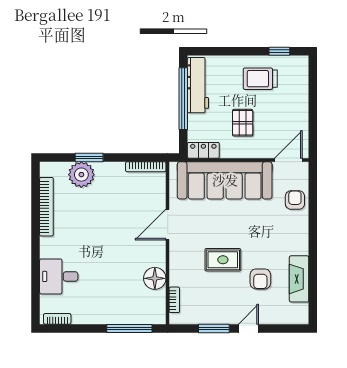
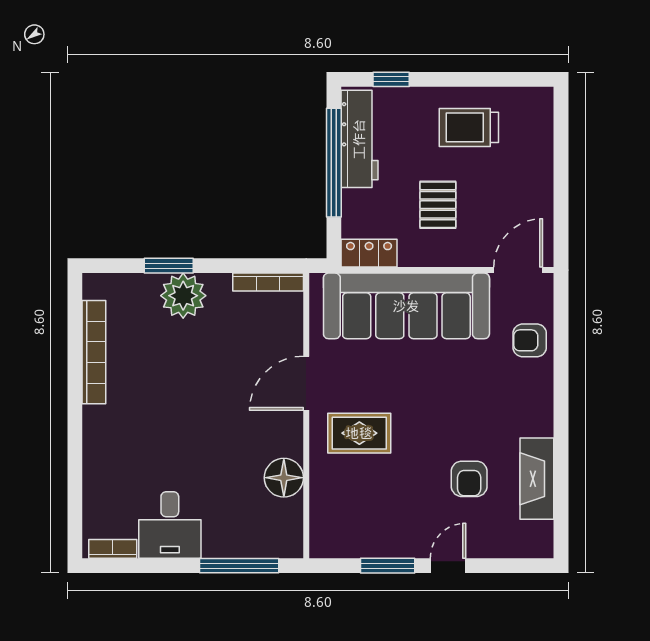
window: (279, 51) -> (391, 79), moved
plant: (81, 175) -> (183, 296), moved
armchair: (295, 200) -> (530, 340), turned -90
rug: (223, 260) -> (359, 433), moved
desk: (59, 276) -> (170, 525), moved, turned -90
bookcase: (174, 300) -> (318, 515), removed

